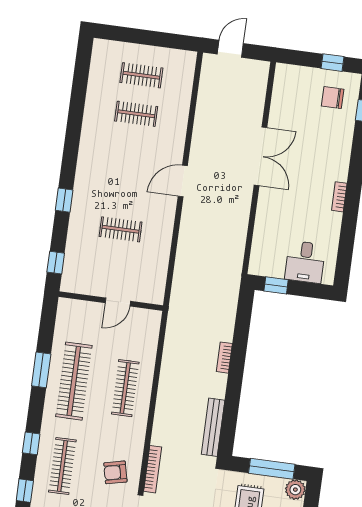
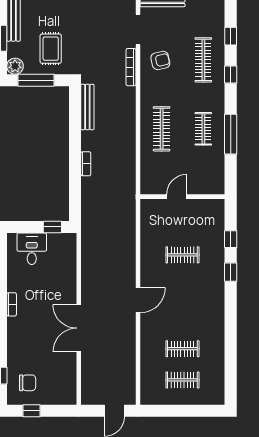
window: (56, 263) -> (231, 239), moved
window: (41, 370) -> (231, 134), width x1.44
clothes rail: (74, 381) -> (203, 129), width x0.54, depth x0.76

